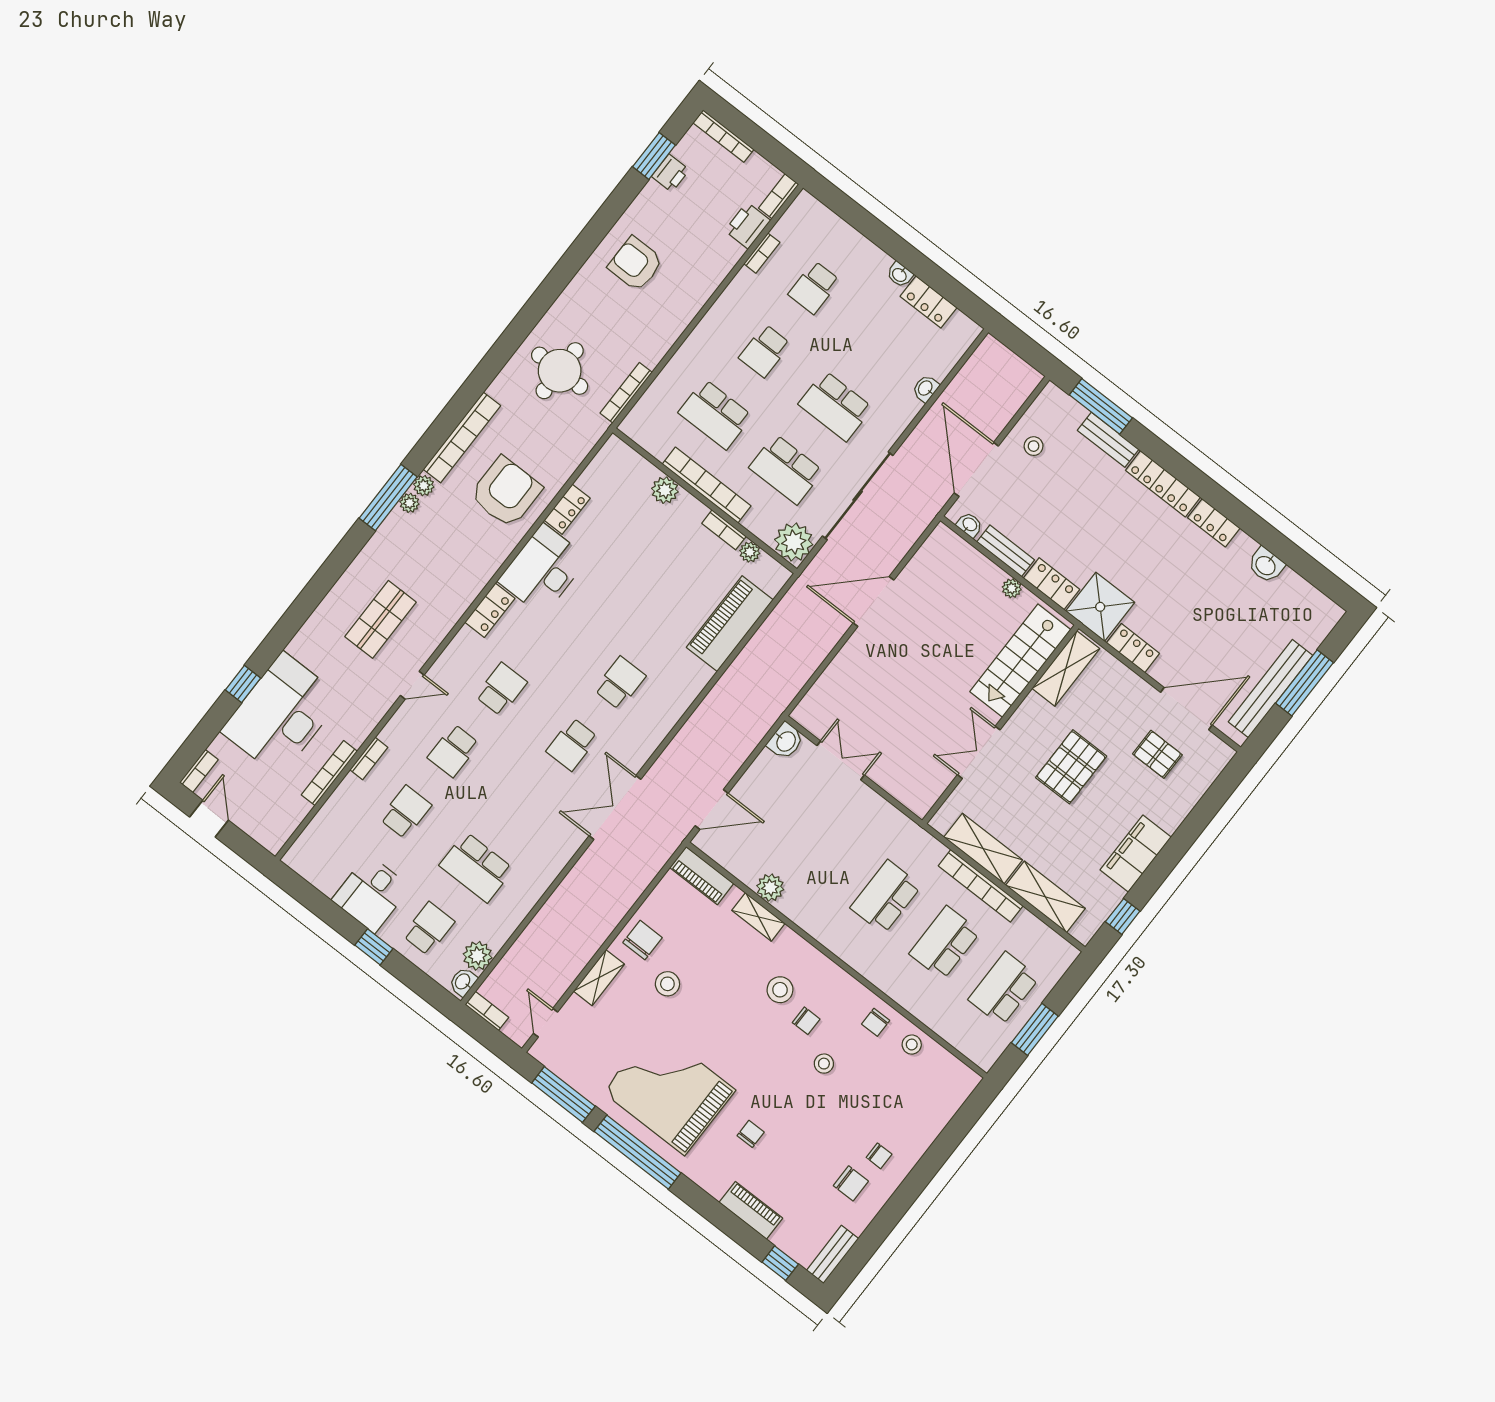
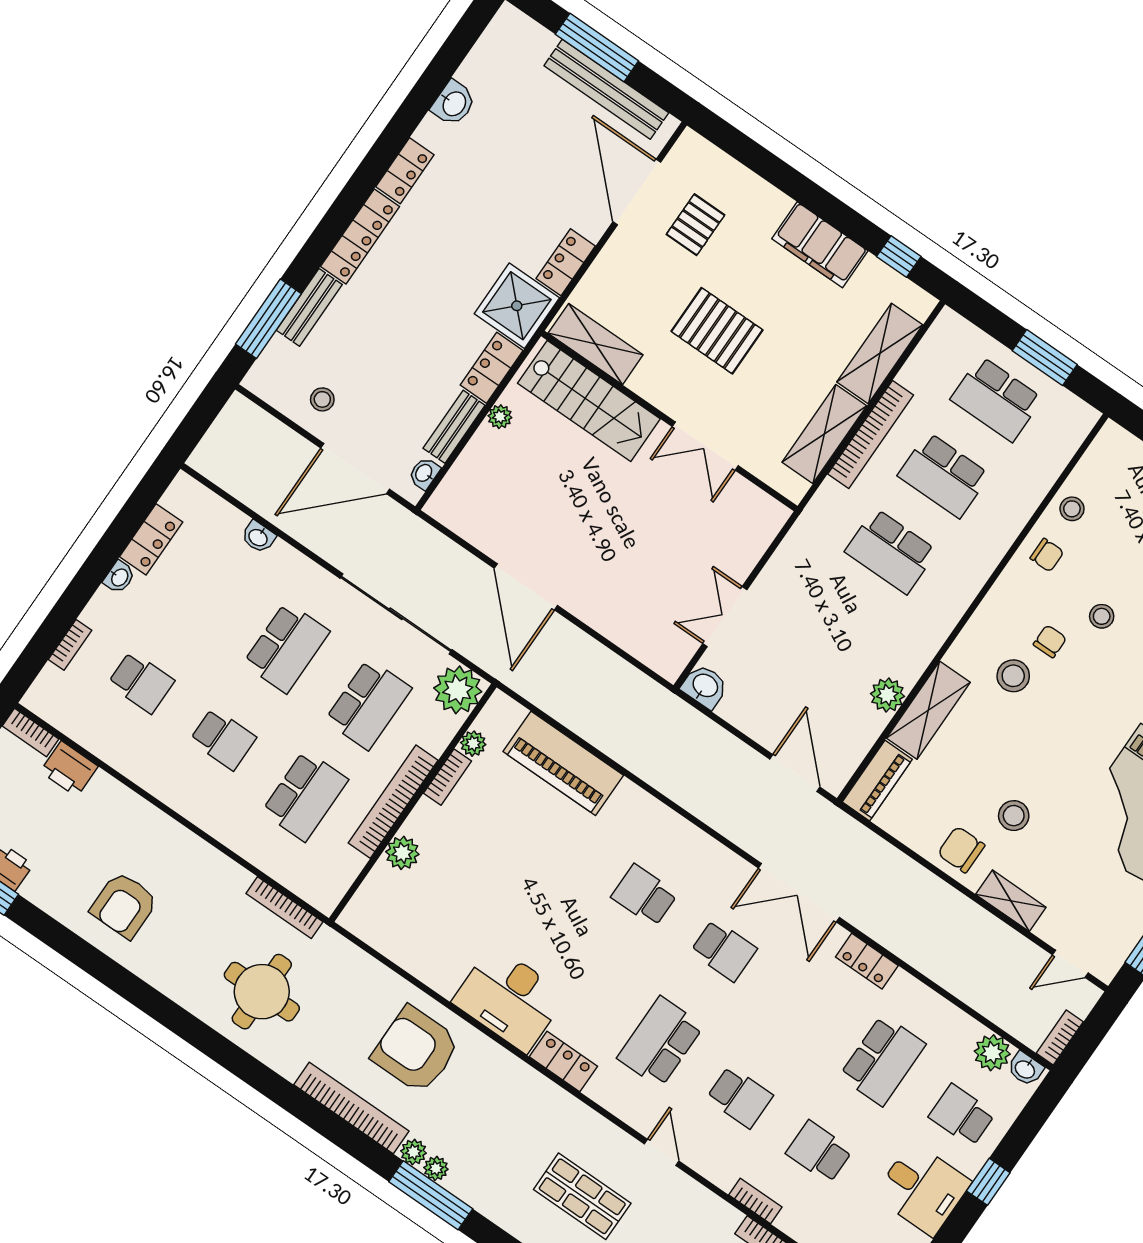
bookcase: (762, 253) -> (70, 645), moved, turned 90
locker: (567, 509) -> (867, 961), moved, turned 180
school desk: (501, 689) -> (660, 1042), width x1.85
shelving: (758, 917) -> (928, 710), width x1.50, depth x1.33

